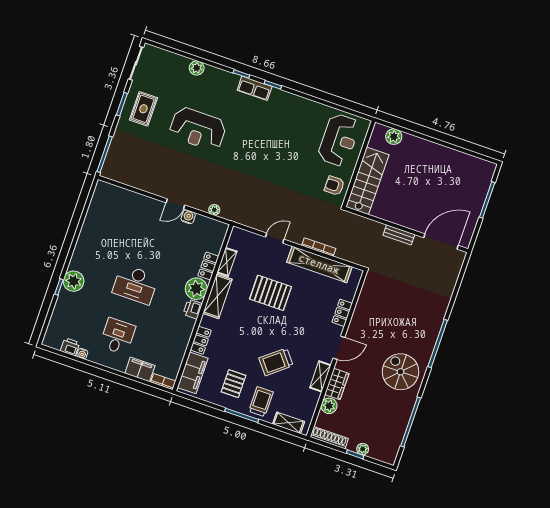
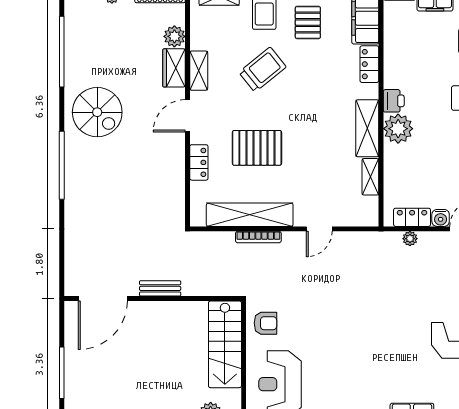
locker: (208, 266) -> (412, 217), moved, turned -90
pallet: (271, 293) -> (257, 148), moved

